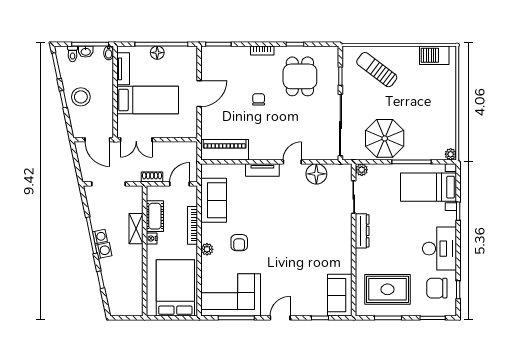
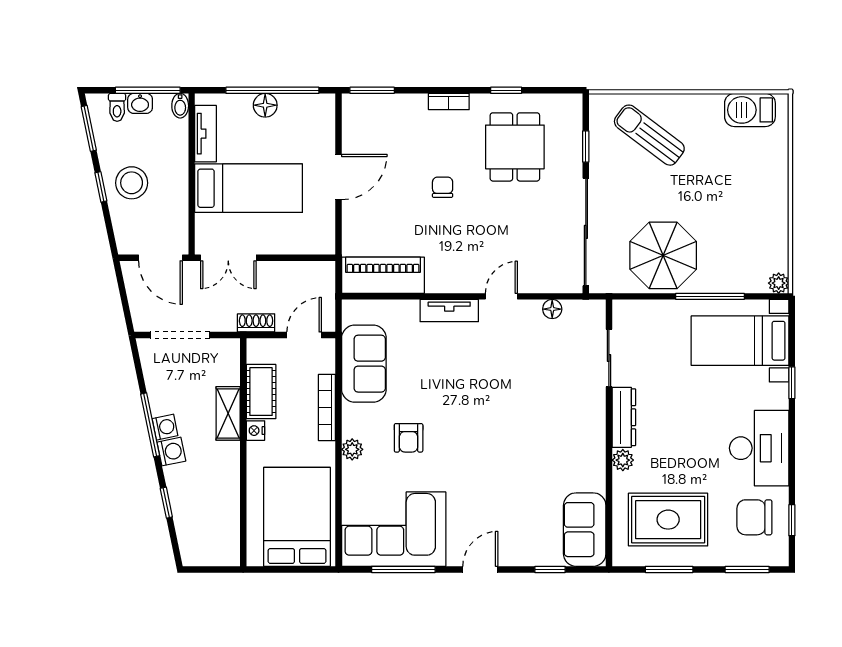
plant: (362, 170) -> (623, 460), moved
floor lamp: (316, 174) -> (552, 309), width x0.53, depth x0.53

